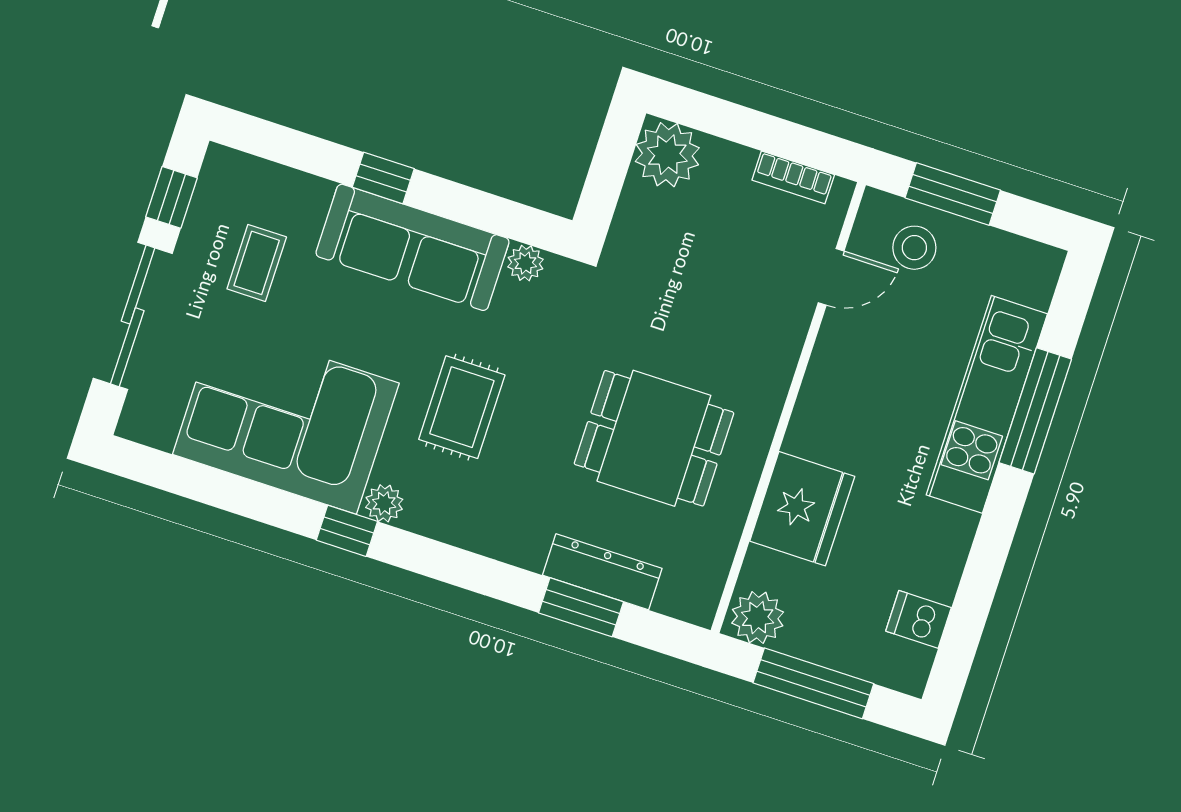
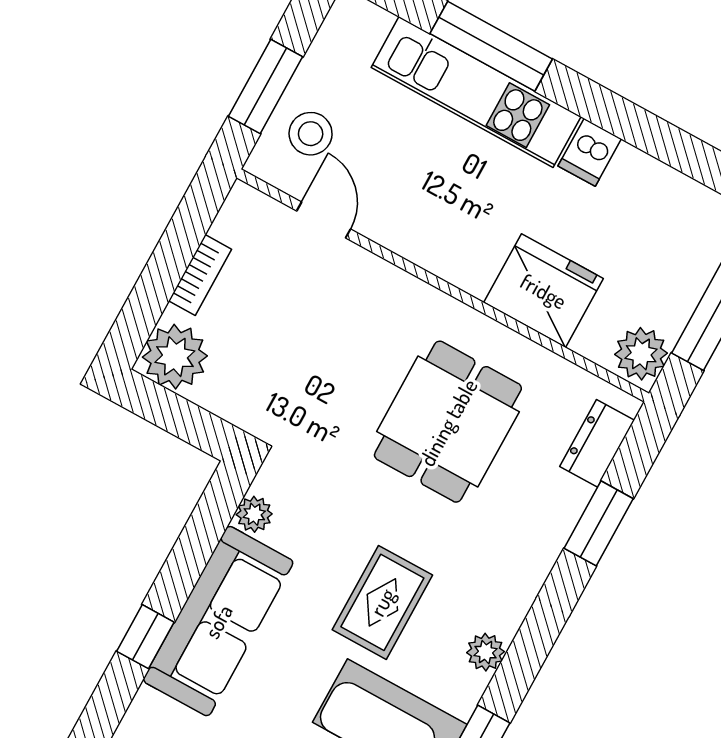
bookcase: (793, 177) -> (200, 275), moved
rug: (462, 407) -> (382, 602), turned 90
plant: (384, 503) -> (485, 652), moved
dresser: (602, 572) -> (597, 443), moved, width x0.70
dishwasher: (919, 619) -> (590, 152), moved

